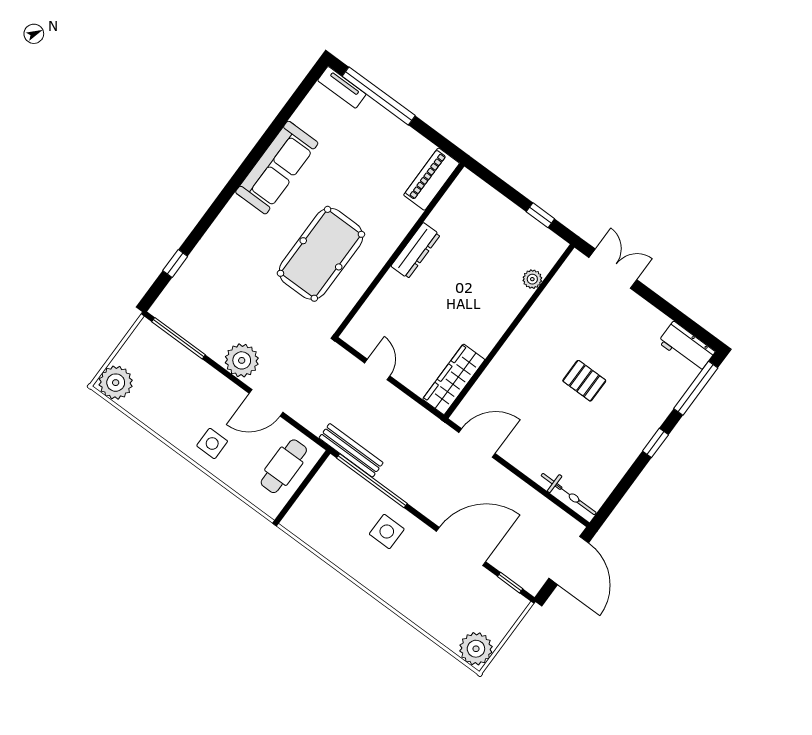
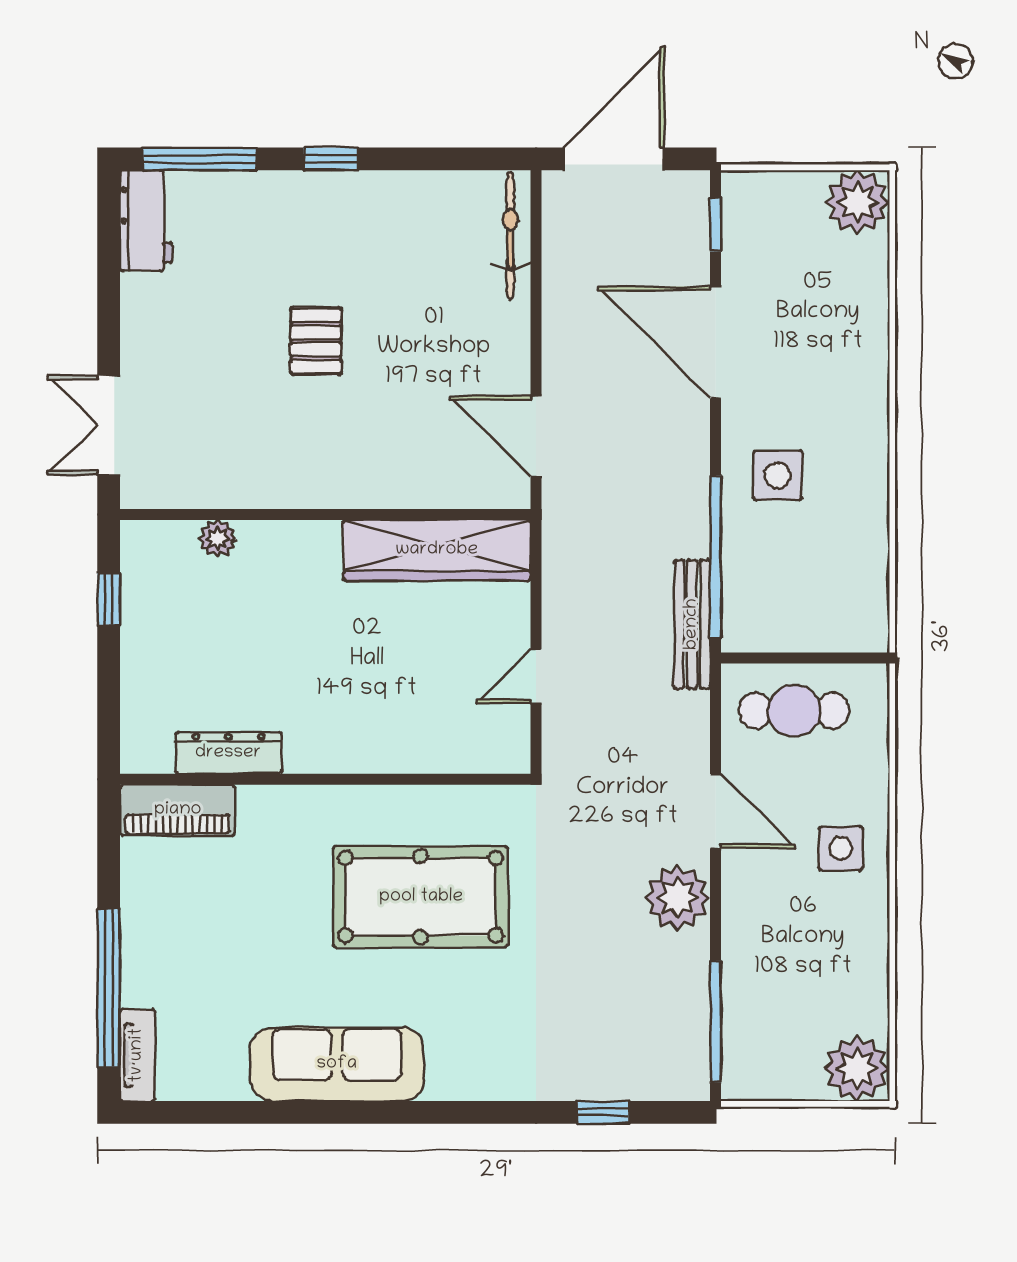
dresser: (416, 251) -> (228, 753), moved
wardrobe: (454, 379) -> (437, 550), width x1.40, depth x1.17

